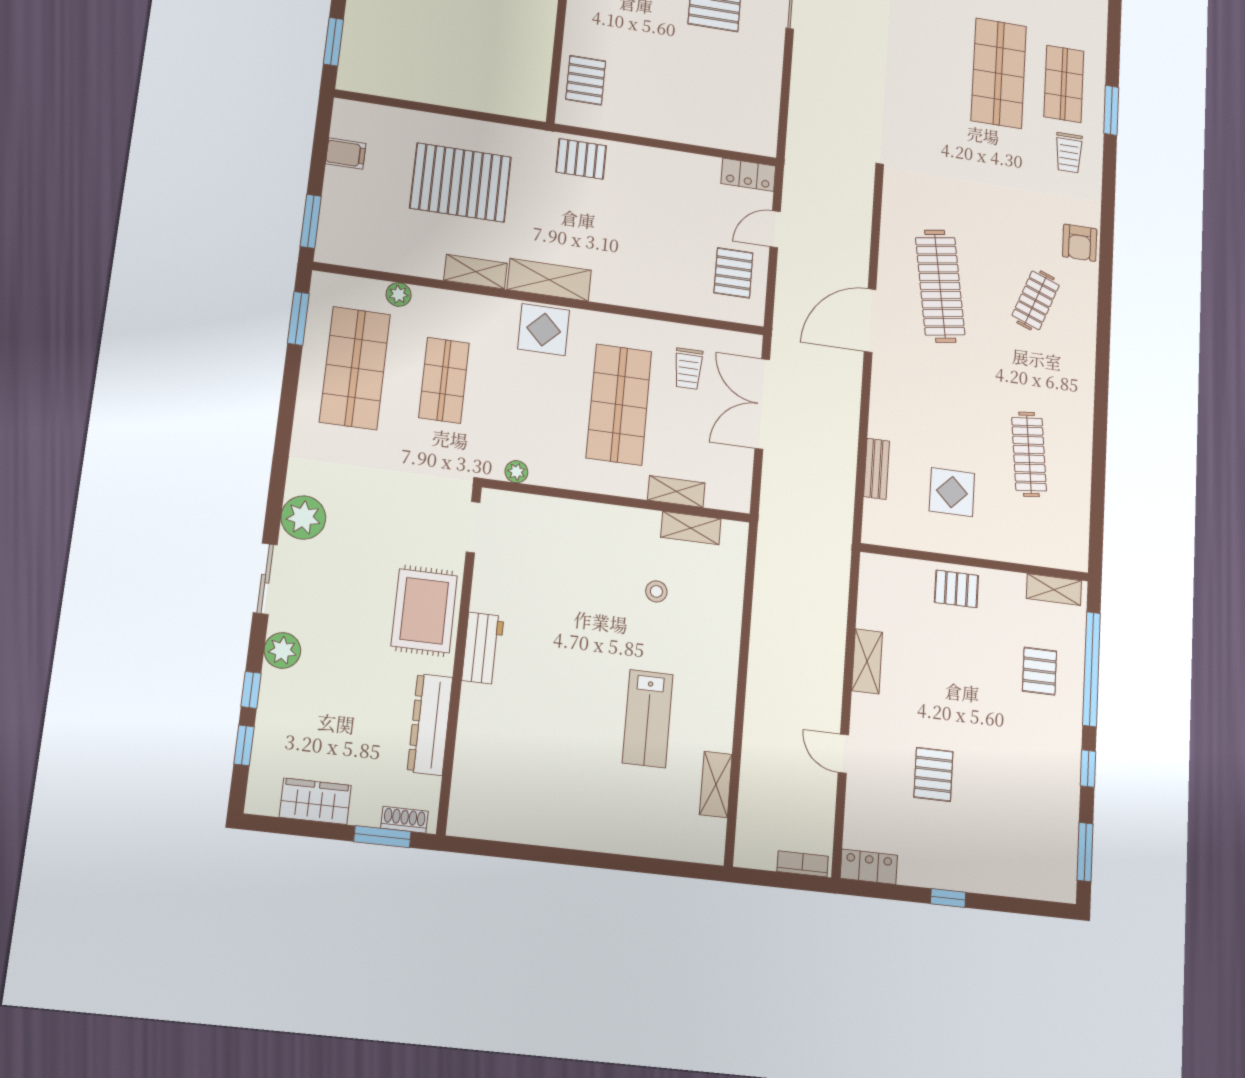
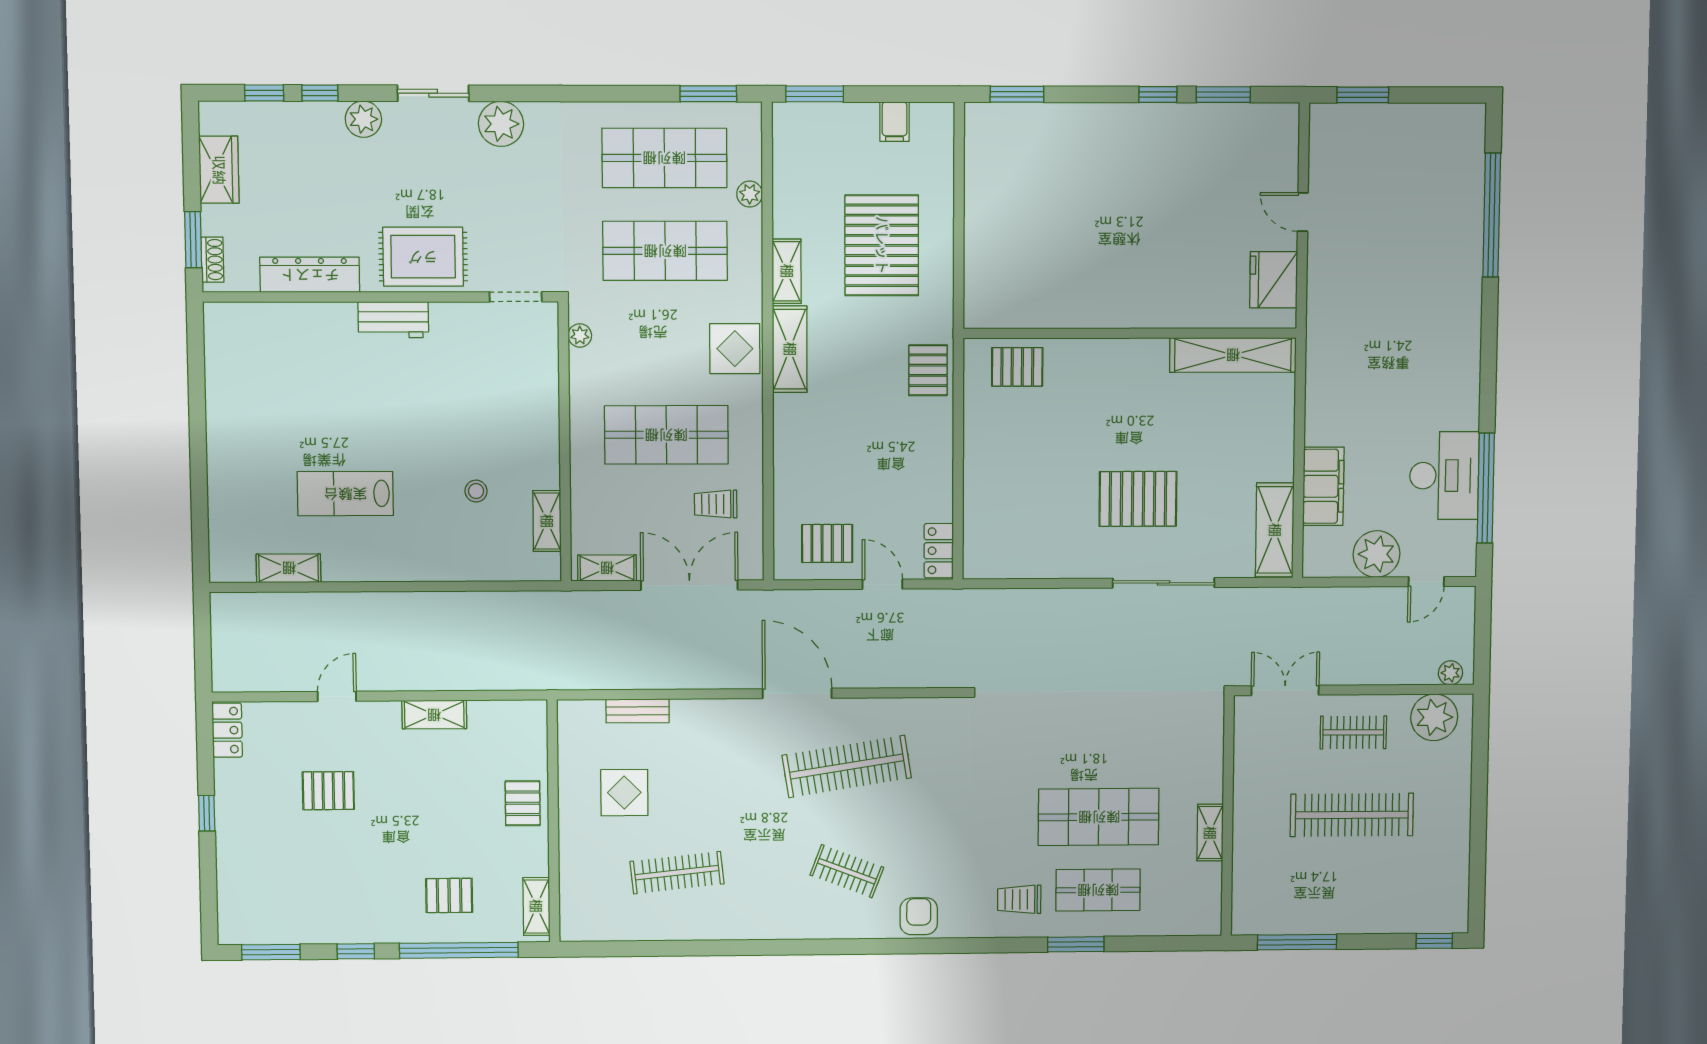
armchair: (1080, 243) -> (919, 916), turned 90
shop shelf: (444, 380) -> (665, 251), width x1.43, depth x1.36
shelving: (676, 492) -> (607, 568), moved, turned 90
bookcase: (803, 864) -> (221, 663), removed

